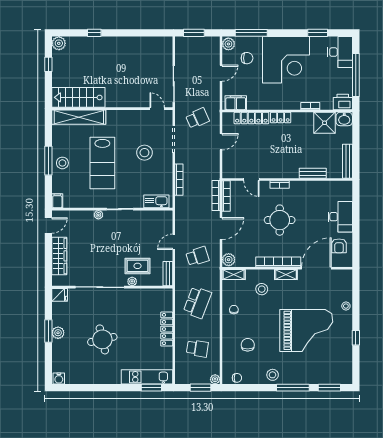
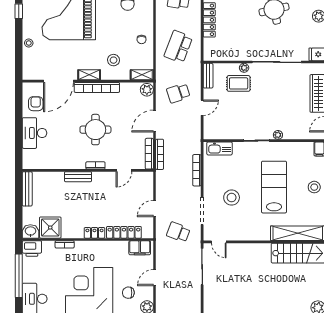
school desk: (197, 118) -> (178, 232), turned 45
bench: (313, 173) -> (78, 177), moved
door: (251, 180) -> (124, 170), swing flipped

